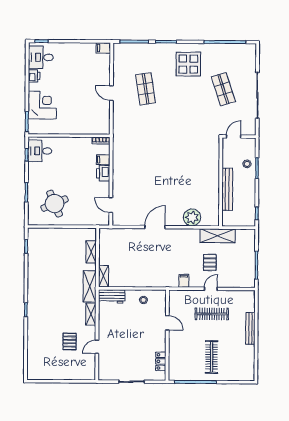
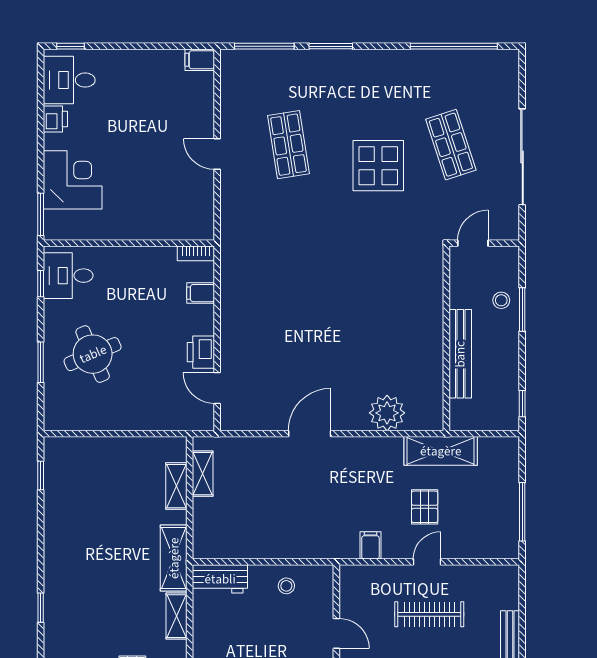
display table: (188, 64) -> (378, 166), moved
printer: (103, 173) -> (201, 352), moved
round table: (55, 204) -> (93, 354), moved
shelving: (104, 276) -> (203, 474), moved

